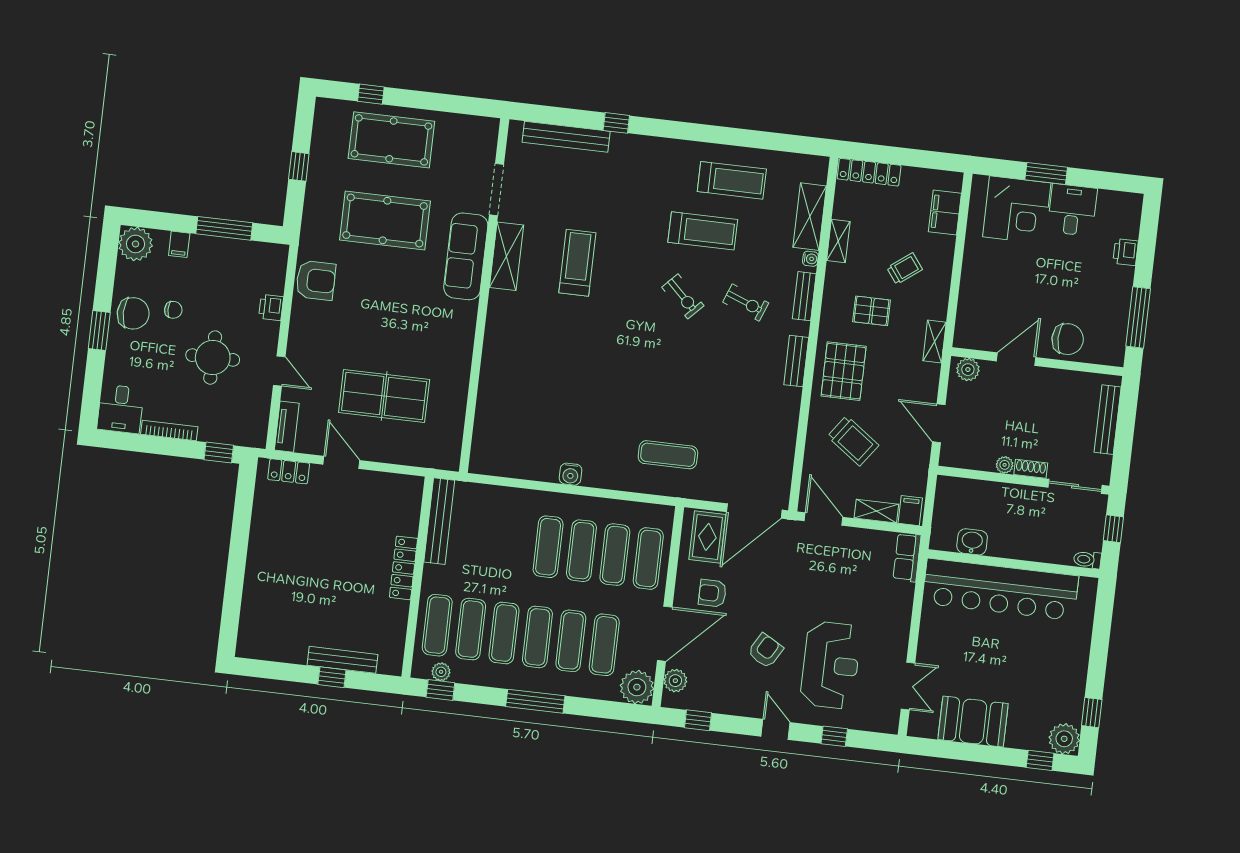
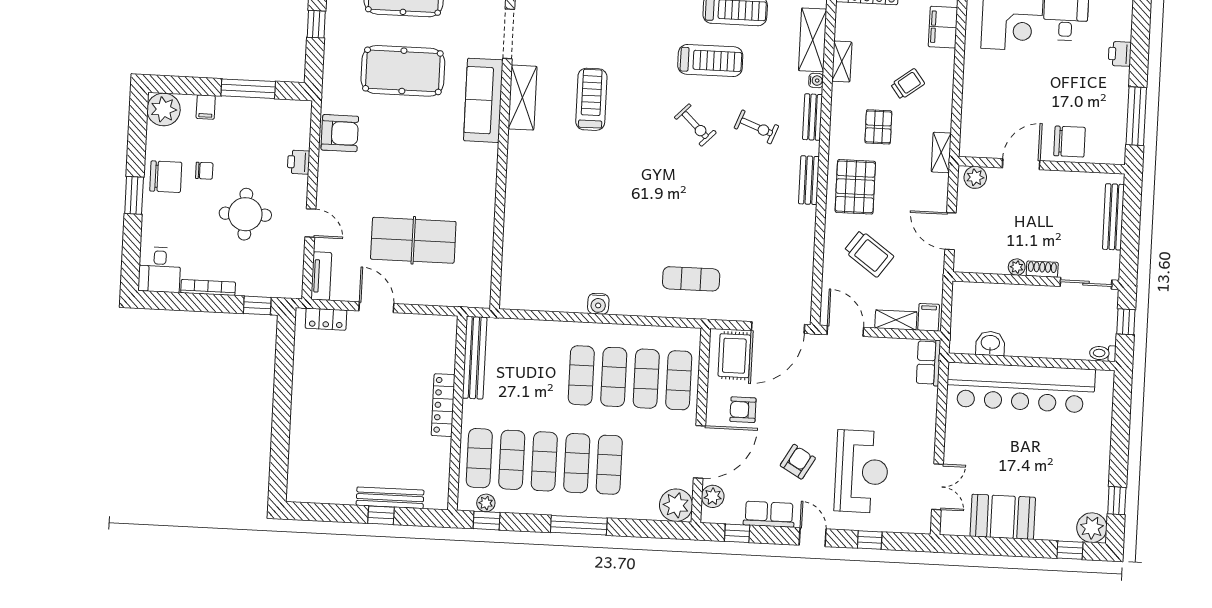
pallet: (872, 311) -> (878, 127), turned 90
exercise mat: (604, 645) -> (642, 466), removed
row of seats: (732, 703) -> (769, 514), added

